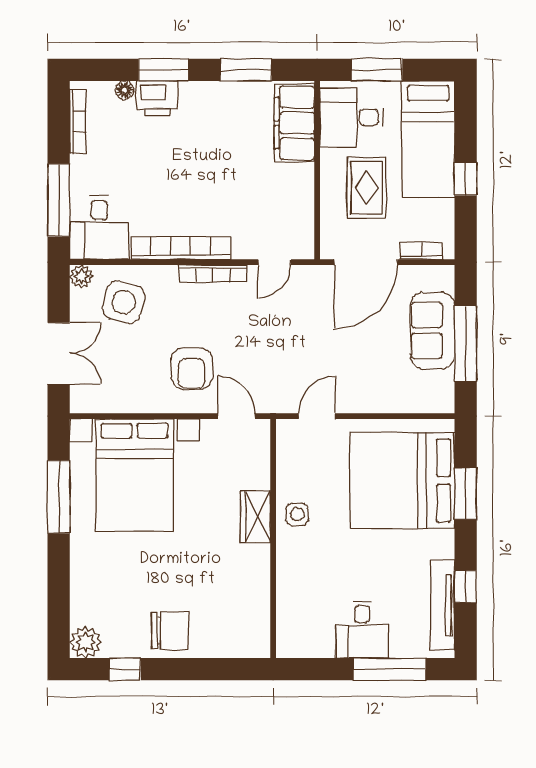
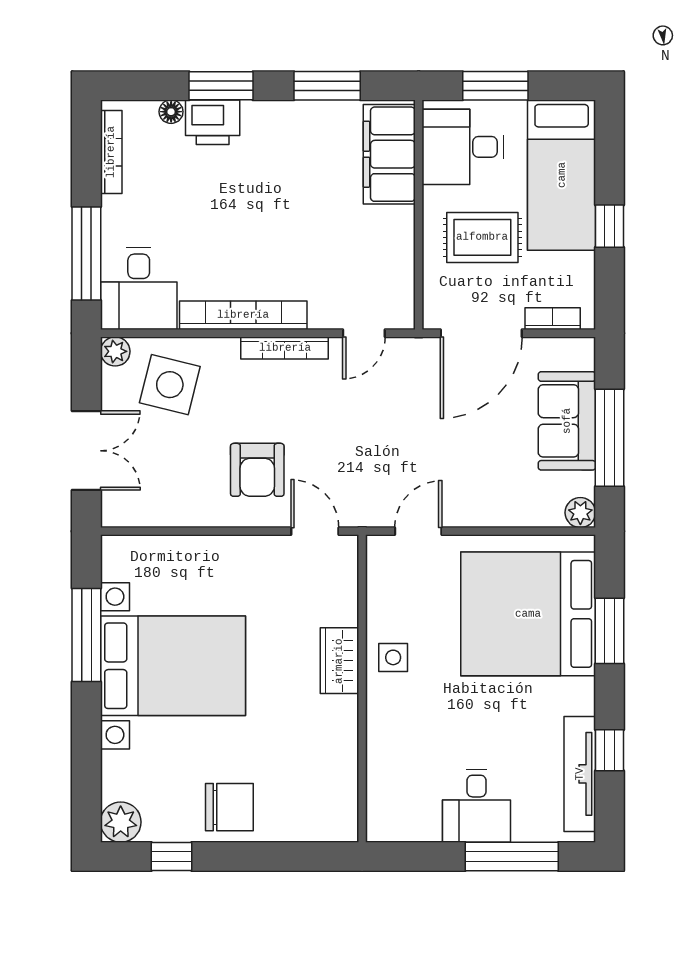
rug: (367, 188) -> (482, 237), turned 90
plant: (443, 402) -> (580, 513), added
bed with nightstands: (134, 475) -> (173, 666), moved, turned -90

